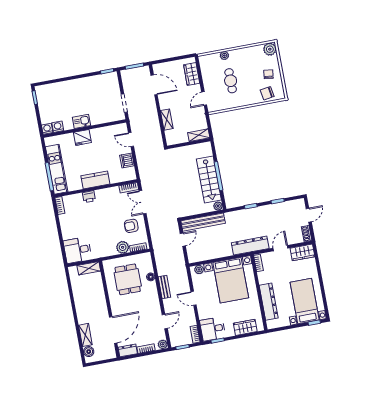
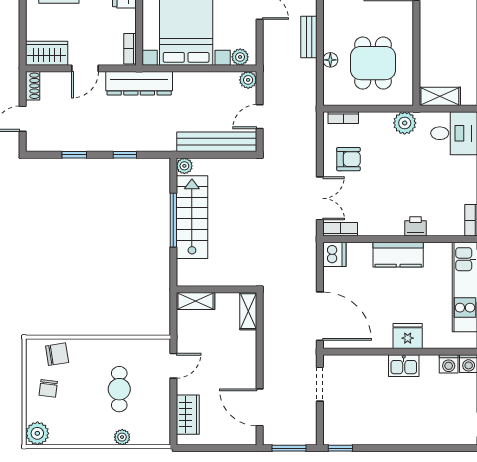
shelving: (167, 120) -> (248, 311), moved
door: (131, 139) -> (320, 316), width x1.87
dishwasher: (127, 160) -> (334, 254), moved
plant: (123, 247) -> (405, 123), moved
plant: (193, 258) -> (248, 80), added

